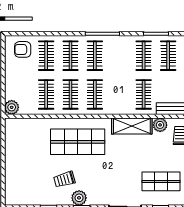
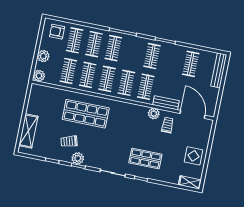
clothes rail: (168, 56) -> (126, 83), moved
plant: (12, 82) -> (43, 56), added
shelving: (132, 126) -> (28, 131), moved, turned 90

